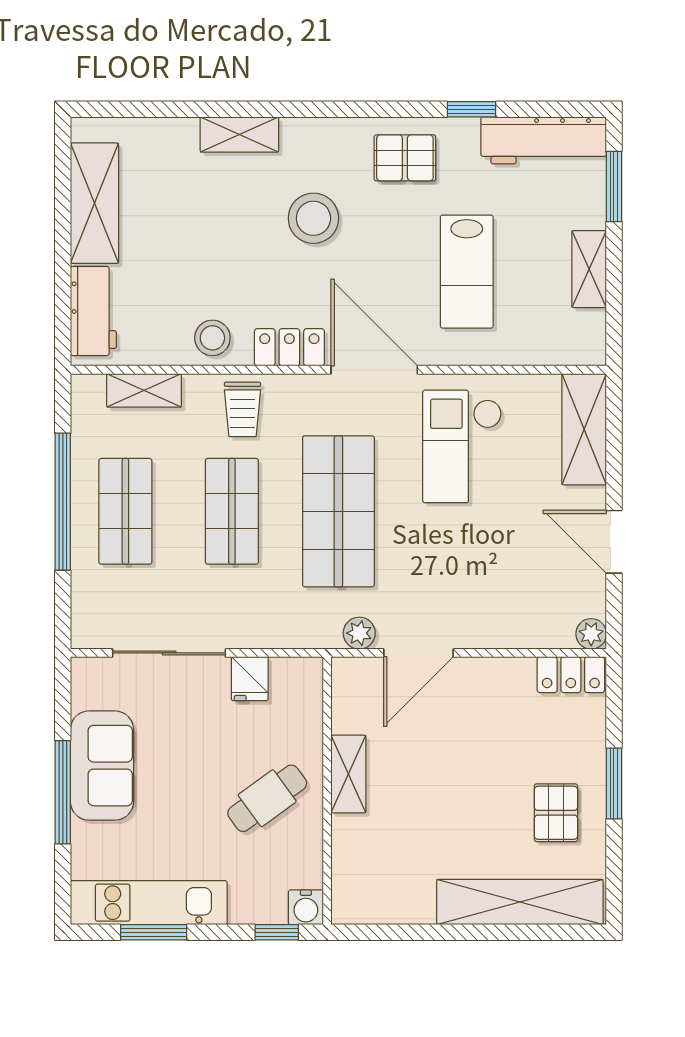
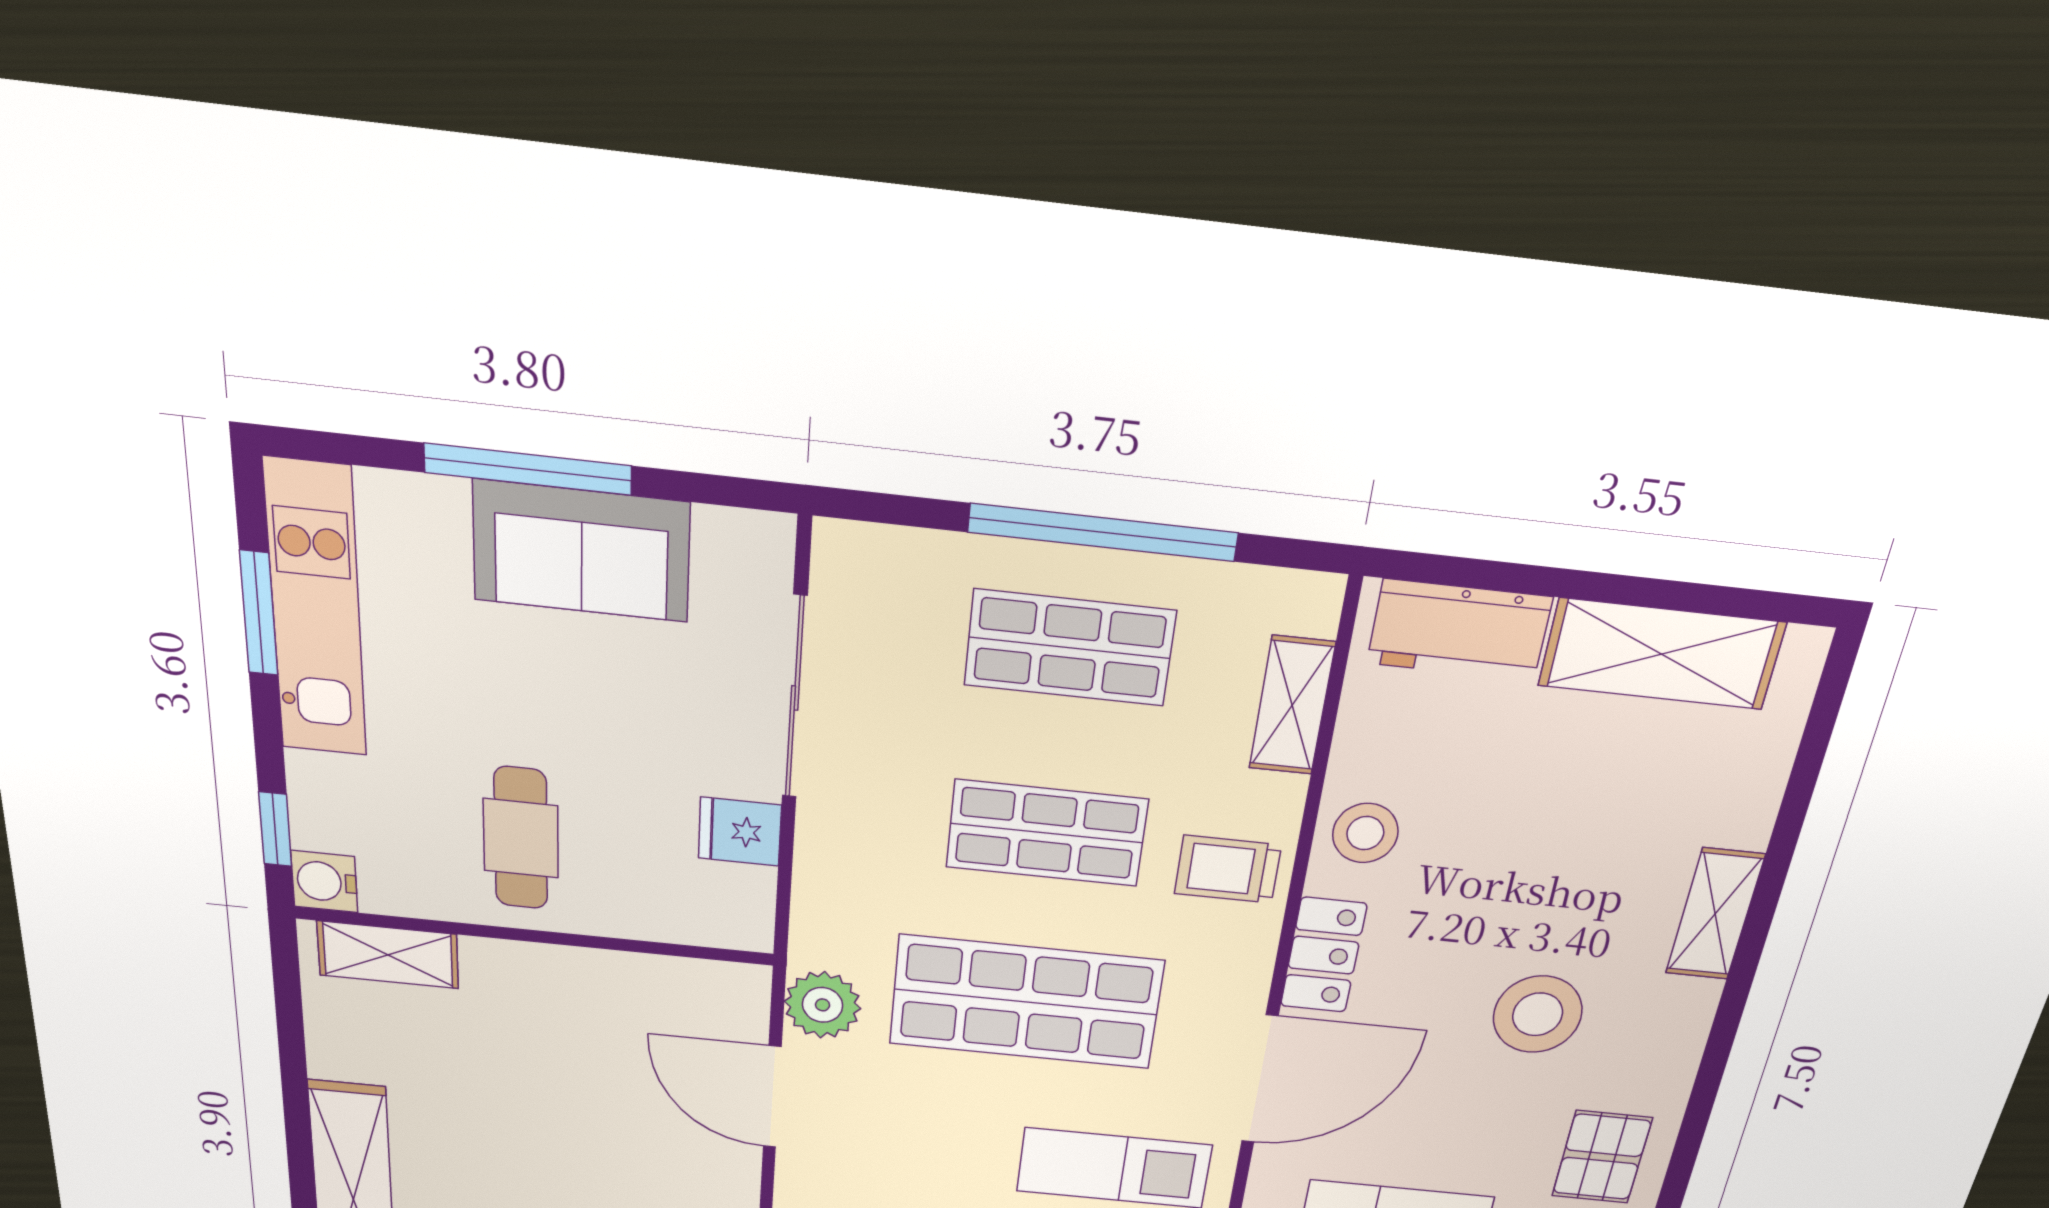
plant: (359, 633) -> (823, 1005), width x1.38, depth x1.38
shelving: (348, 774) -> (388, 955), moved
cafe table: (267, 798) -> (521, 838), turned 36

